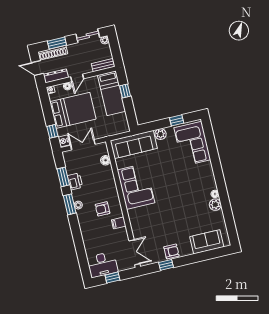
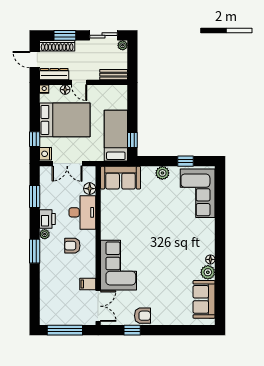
door: (77, 78) -> (79, 82), hinge flipped
window: (125, 91) -> (132, 140), moved
bed: (111, 93) -> (116, 136), moved, turned 180
sofa: (134, 144) -> (121, 178), width x0.73
double door: (83, 145) -> (67, 164), swing flipped
printer: (75, 181) -> (47, 219), moved
corner sofa: (136, 186) -> (118, 265), moved
window: (70, 204) -> (35, 251), moved
filing cabinet: (119, 223) -> (88, 284), moved
sofa: (207, 242) -> (204, 299), moved, turned -90
desk: (102, 265) -> (82, 212), moved, turned -90
window: (112, 278) -> (65, 330), width x2.17

